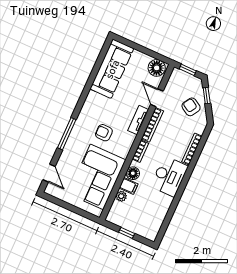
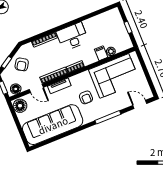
sofa: (112, 69) -> (53, 125), width x1.36, depth x1.27
door: (157, 98) -> (36, 88), hinge flipped
door: (49, 173) -> (140, 104), hinge flipped
floor lamp: (133, 173) -> (16, 89), moved

